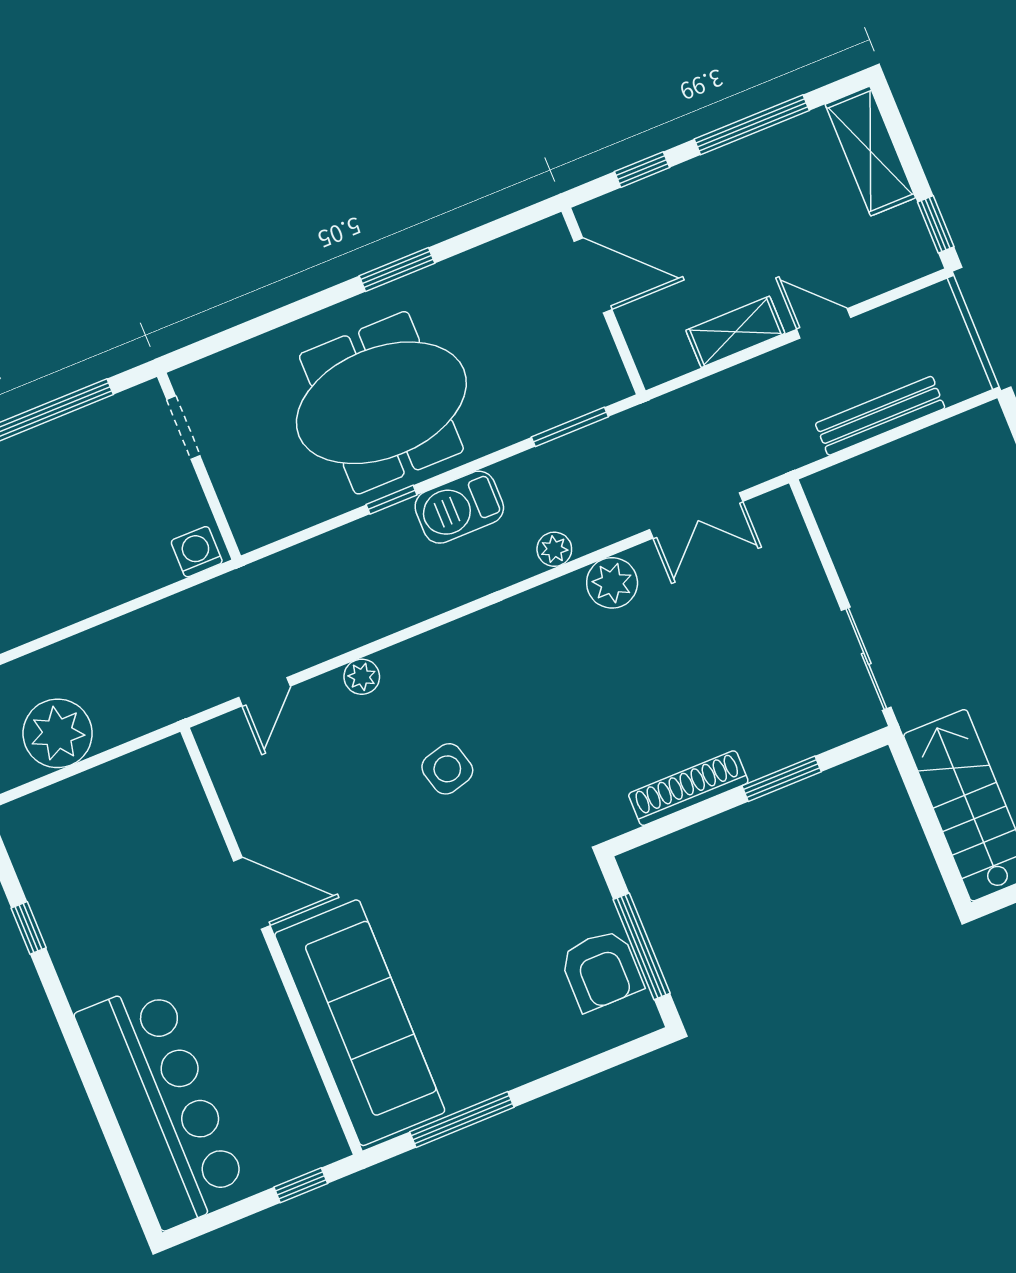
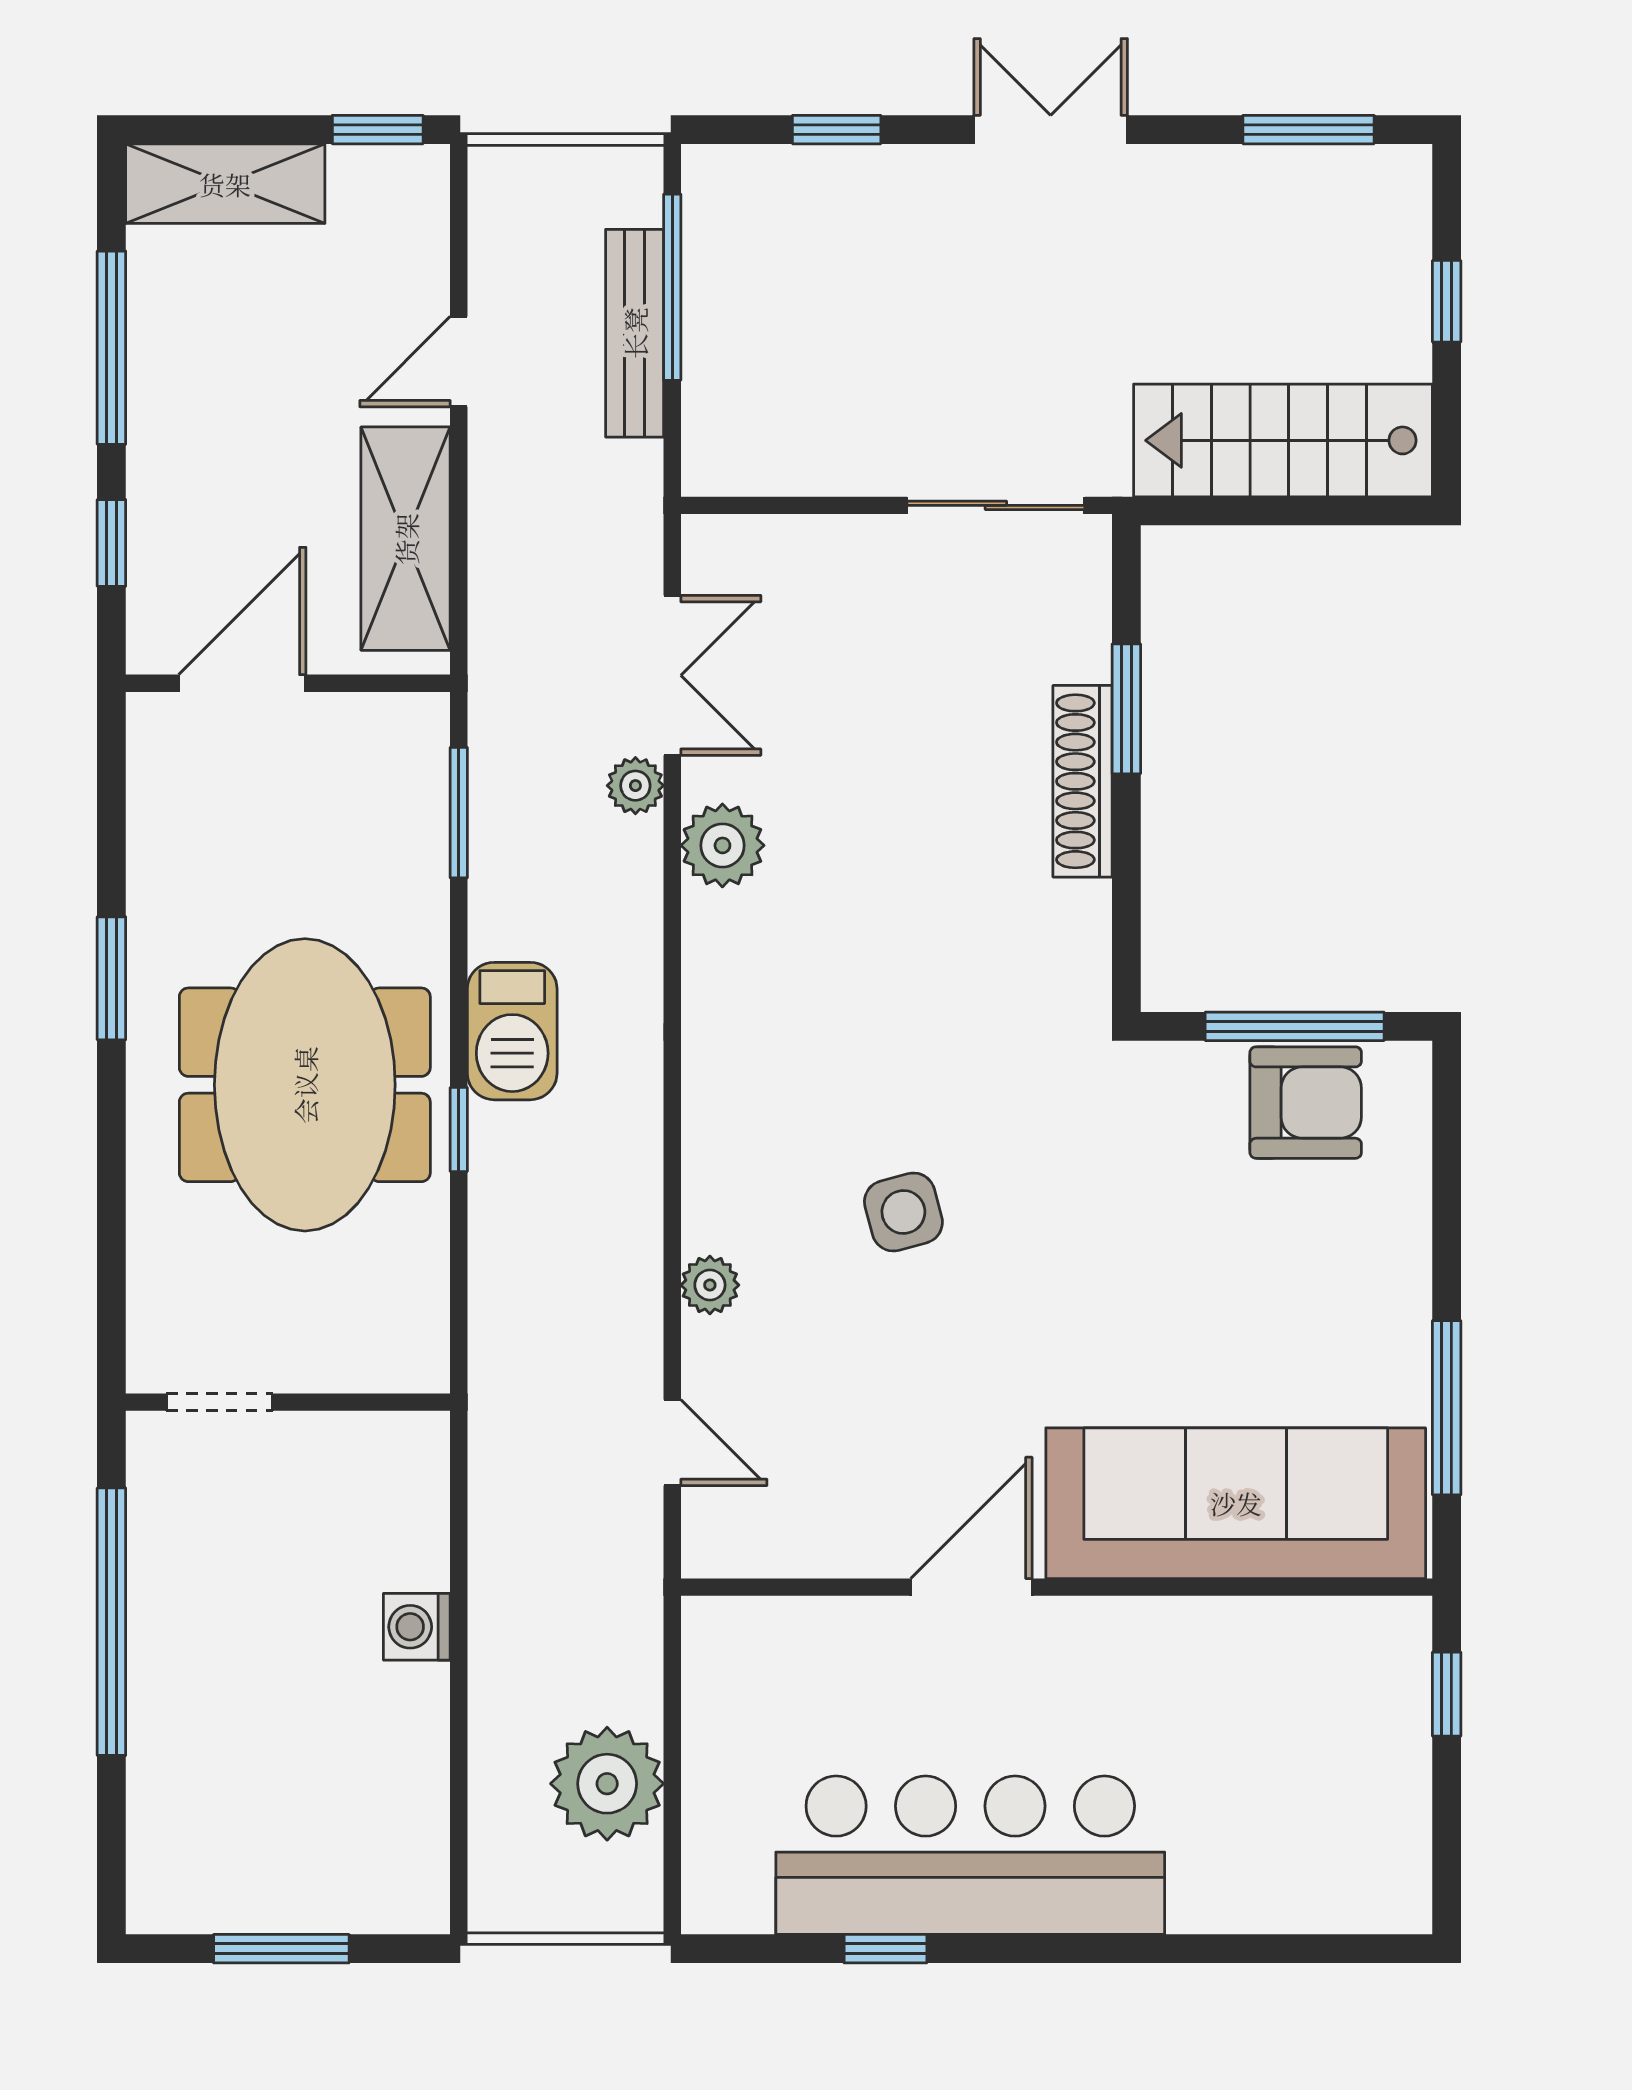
shelving: (735, 332) -> (406, 539), width x1.50, depth x1.33
window: (915, 426) -> (672, 287), added
plant: (554, 549) -> (635, 786), moved
washing machine: (197, 552) -> (417, 1627), moved
shoe rack: (688, 788) -> (1083, 781), moved
bar counter: (162, 1105) -> (970, 1855), moved

